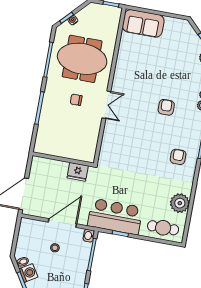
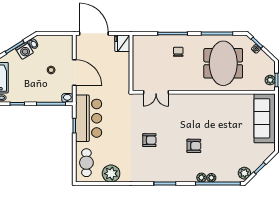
plant: (110, 11) -> (270, 80), added
sofa: (143, 23) -> (265, 118), width x1.36
chair: (76, 100) -> (178, 52), moved
double door: (106, 105) -> (156, 92), moved
armchair: (178, 157) -> (149, 140), moved
fridge: (78, 172) -> (122, 43), moved

